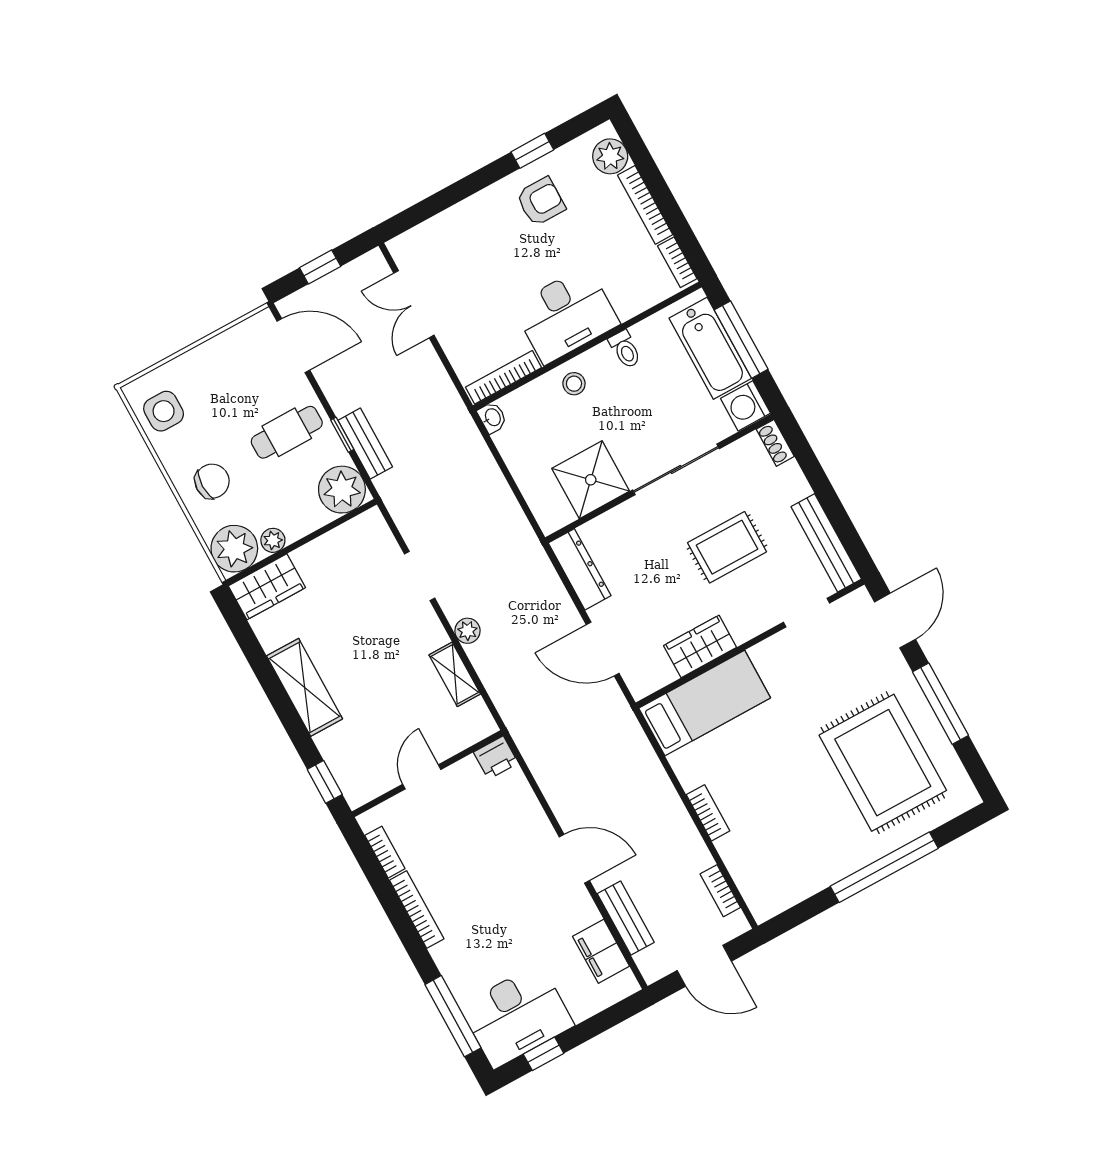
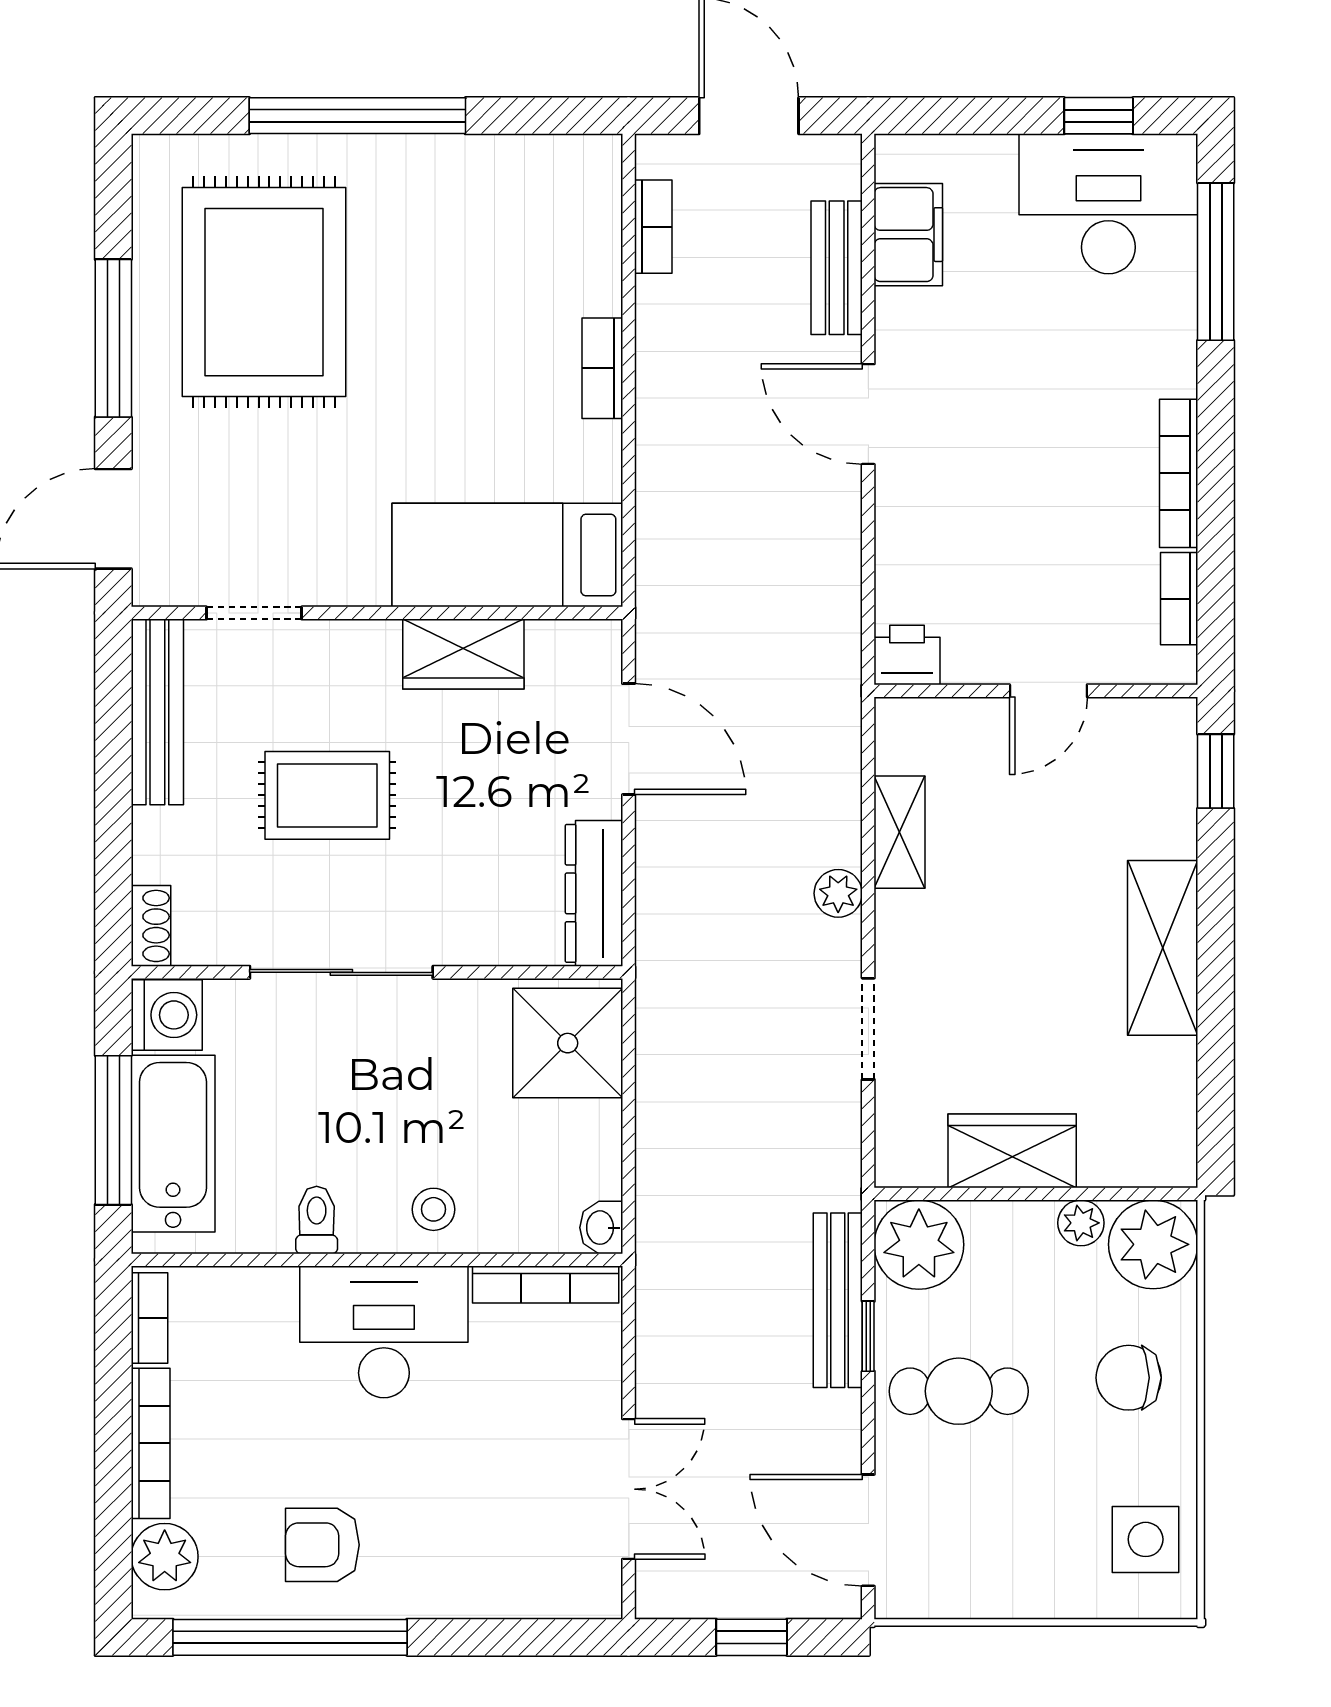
window: (532, 151) -> (290, 1637), width x3.17
bench: (365, 444) -> (838, 1300), width x1.36
shower: (591, 480) -> (568, 1043), moved
wardrobe: (267, 587) -> (1012, 1151), moved

